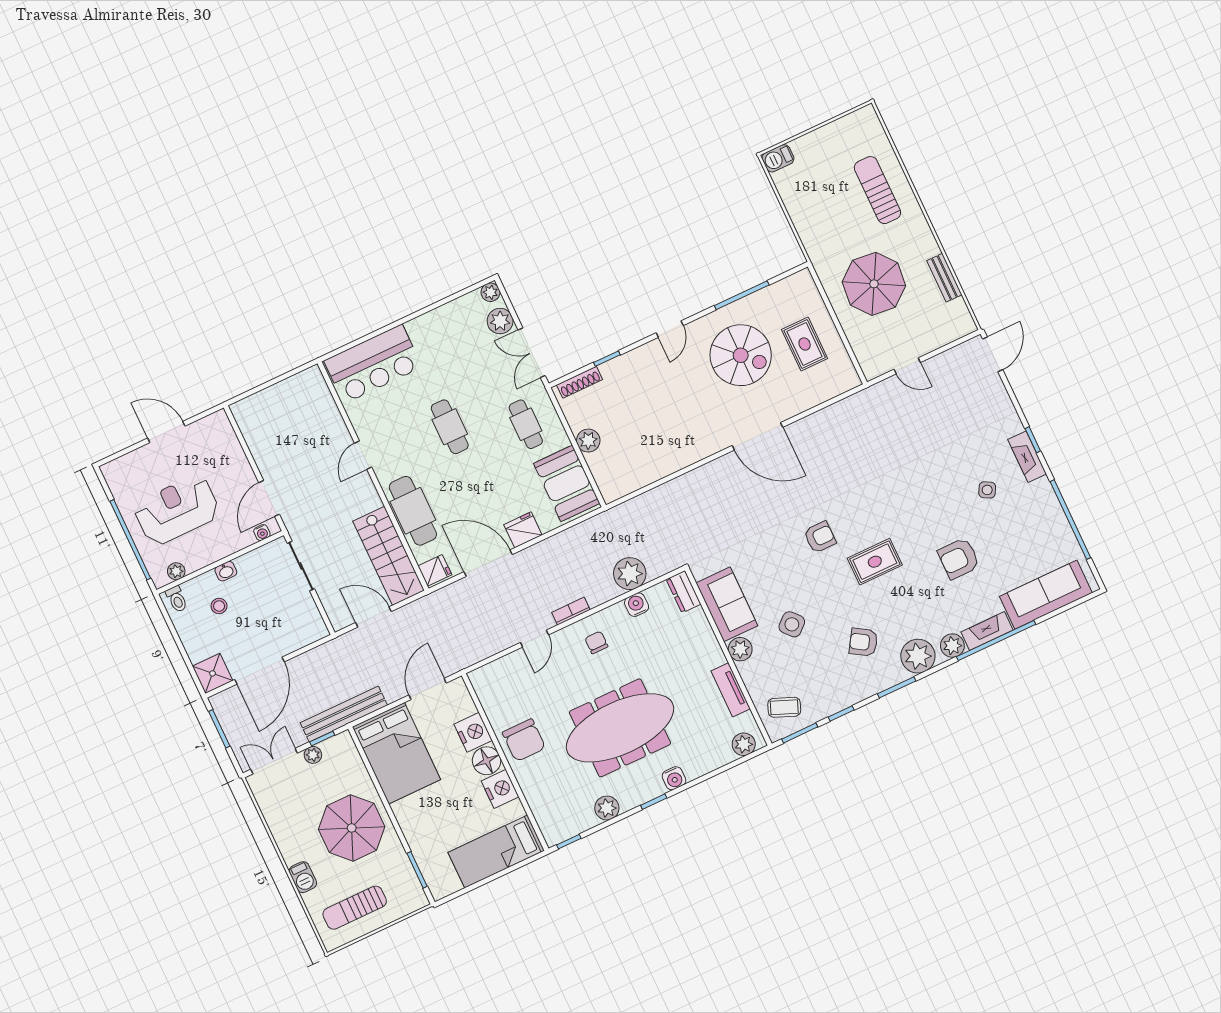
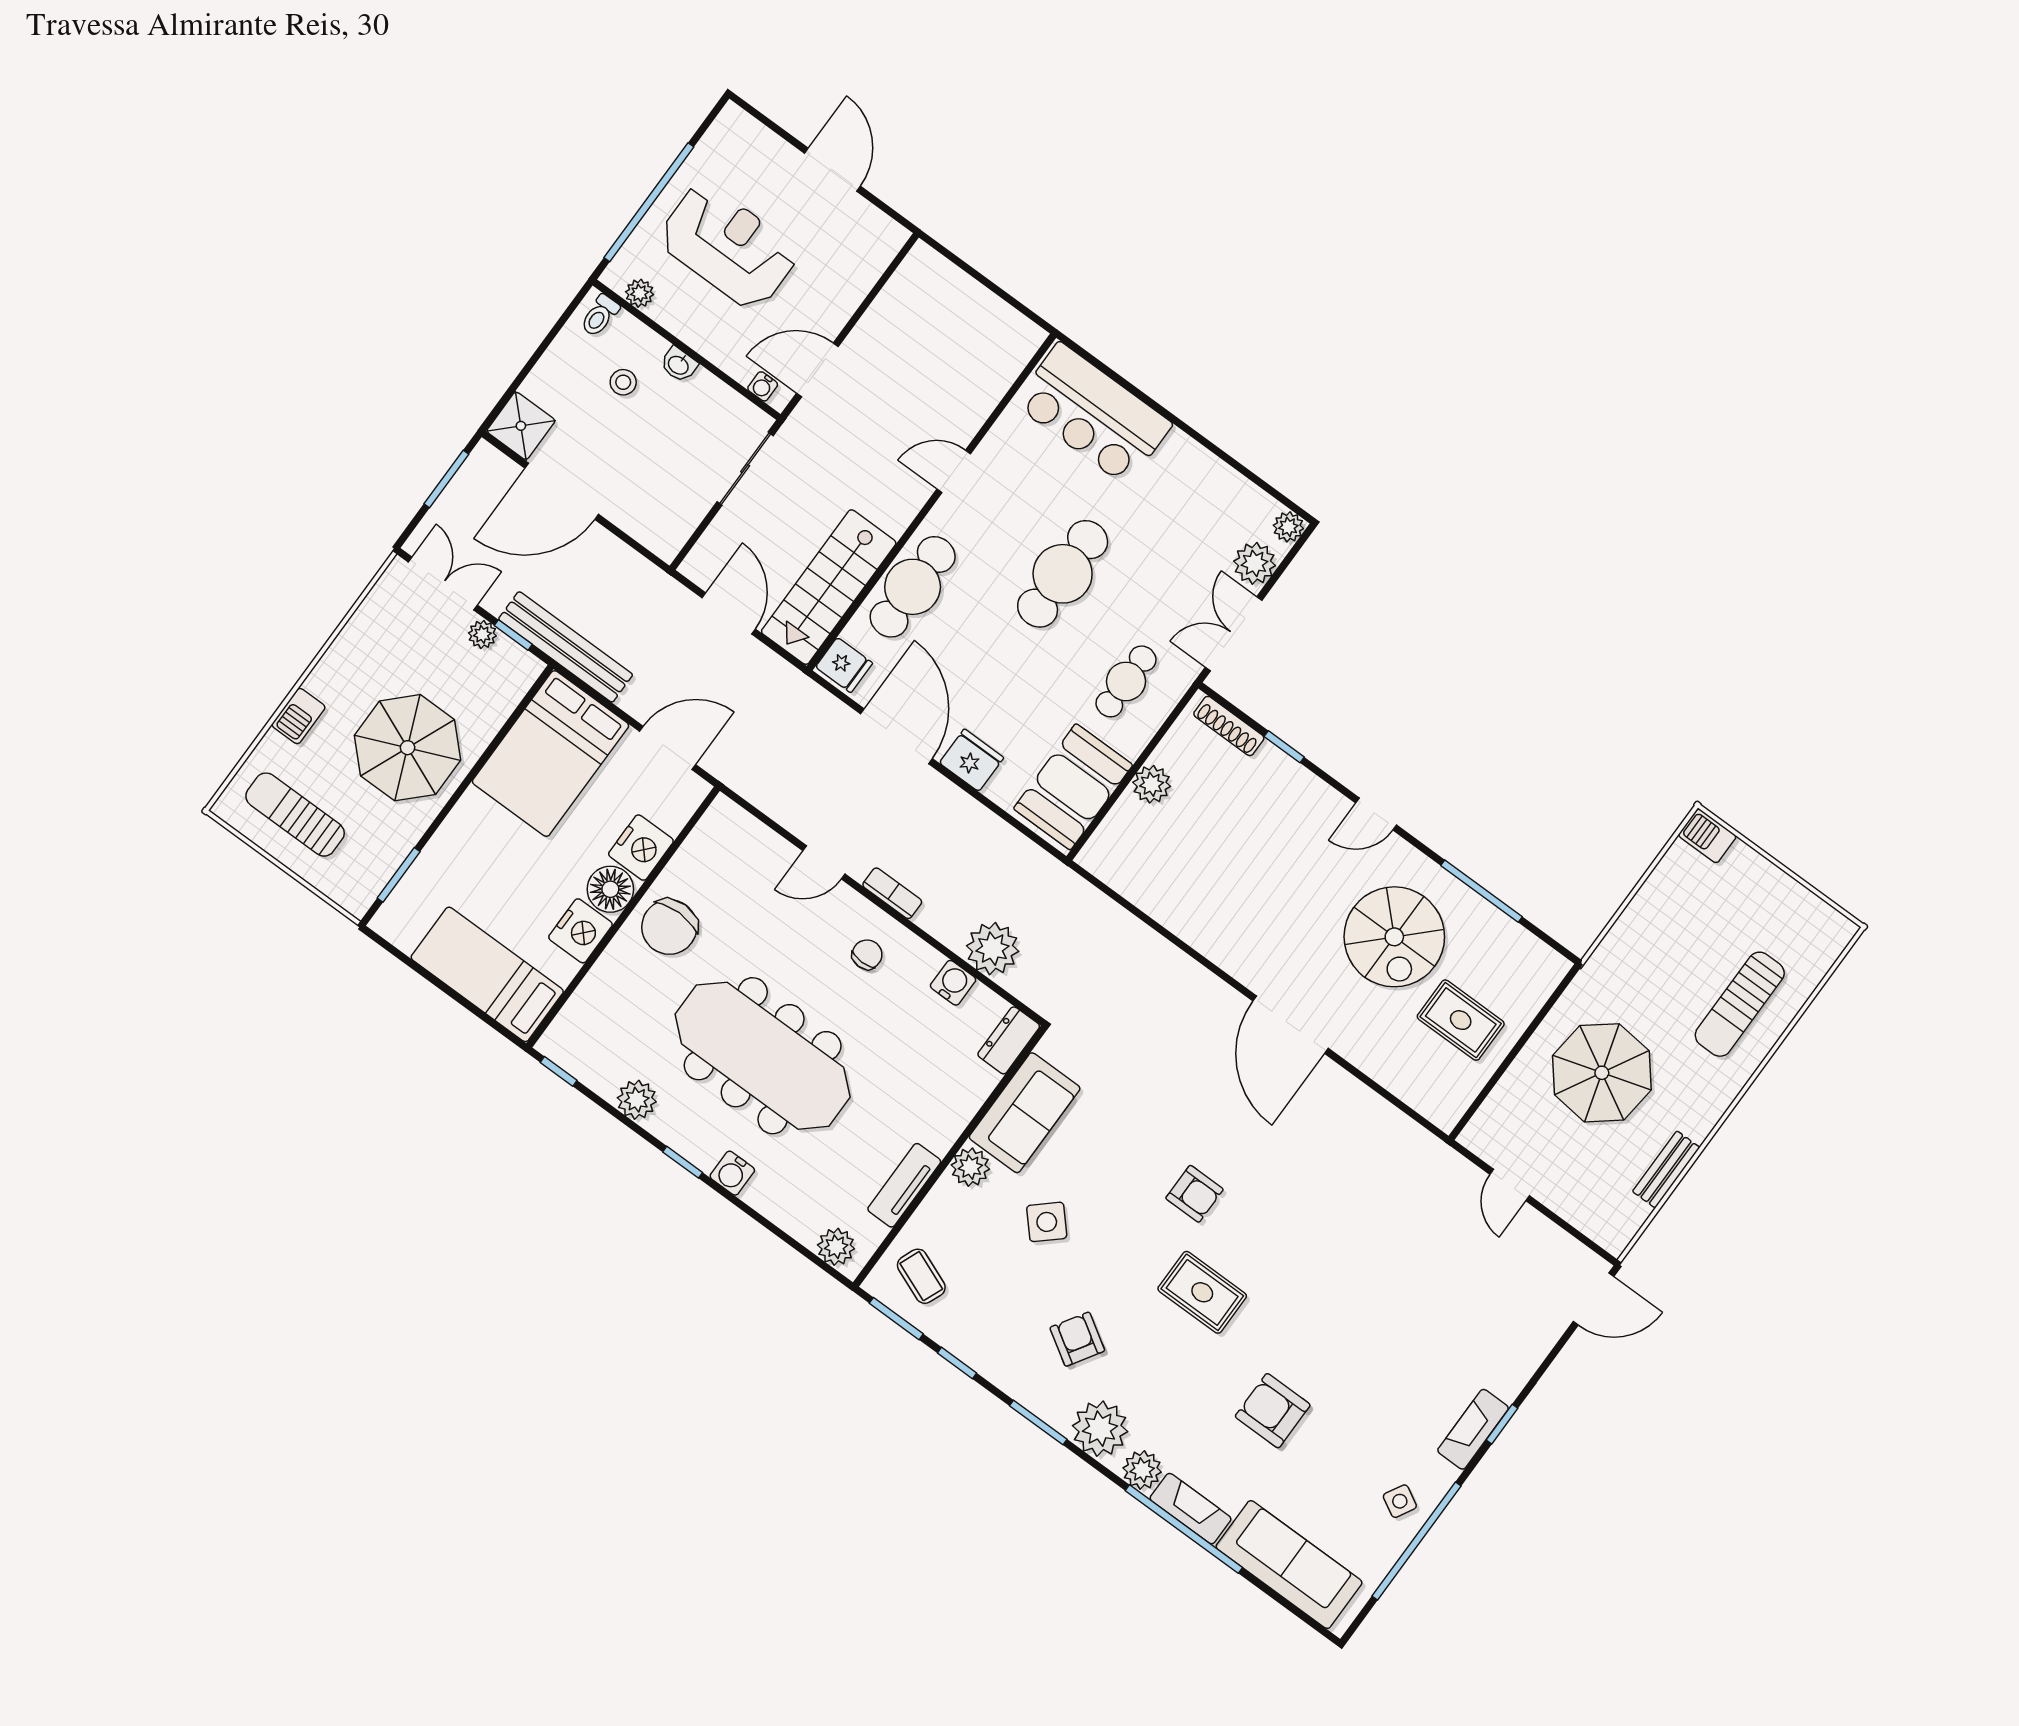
sun lounger: (877, 190) -> (1740, 1004), turned 180
rug: (805, 344) -> (1461, 1020), turned 90
cafe table: (450, 427) -> (1063, 574), width x1.37, depth x1.35
side table: (987, 490) -> (1400, 1501), moved

